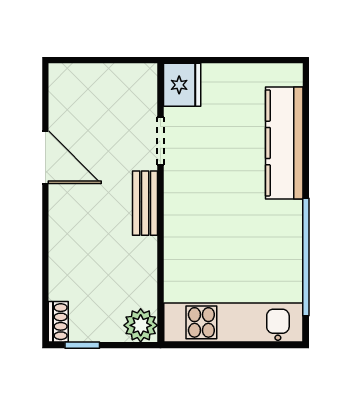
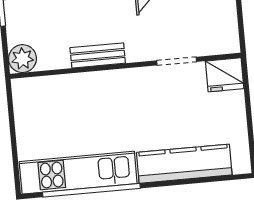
bench: (145, 203) -> (98, 55), moved
kitchen unit: (233, 322) -> (78, 173), moved, turned -90

